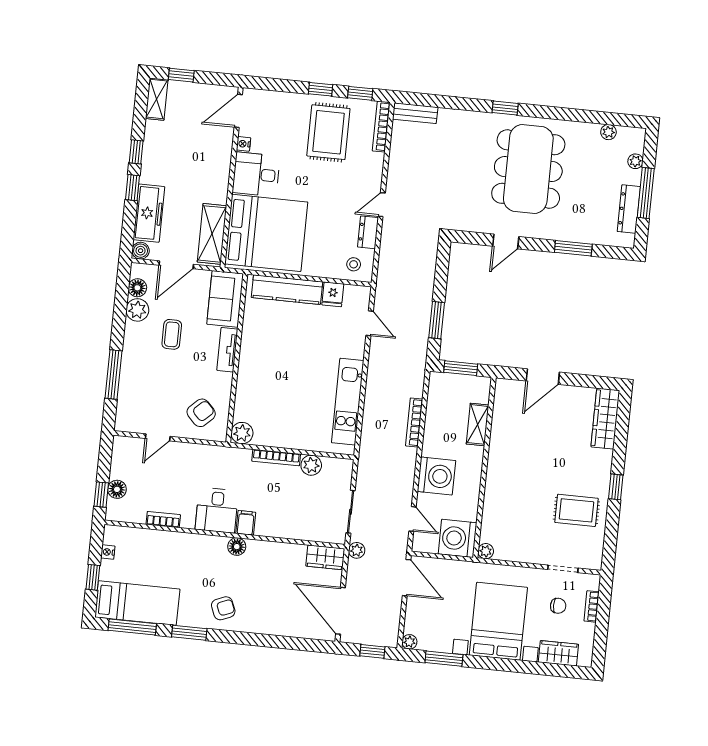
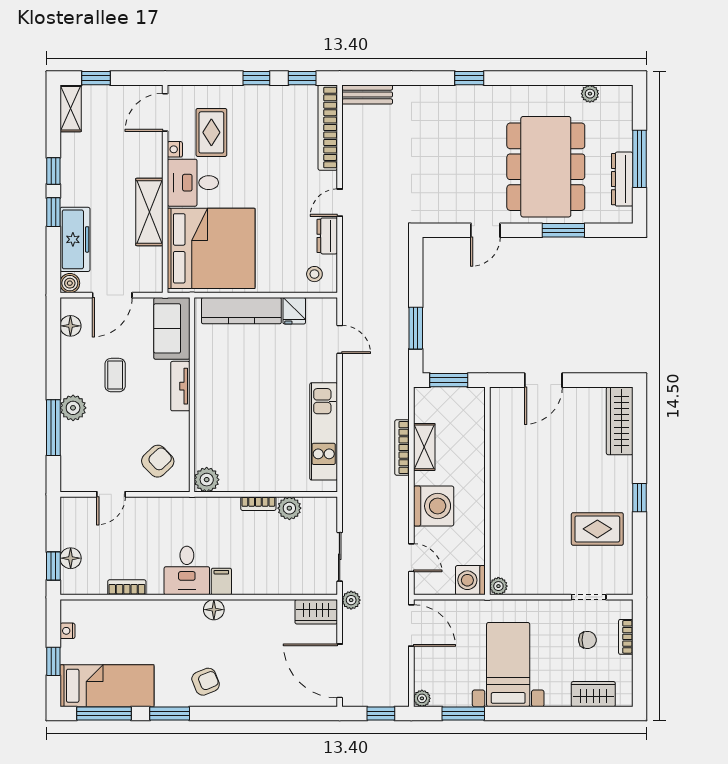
bookcase: (381, 127) -> (328, 128), width x1.48, depth x1.31
rug: (328, 132) -> (211, 132), moved, width x0.73, depth x0.70
plant: (635, 161) -> (624, 124), removed
dining table: (528, 169) -> (546, 167), moved
shelving: (212, 234) -> (149, 212), moved
plant: (137, 310) -> (73, 408), moved
shelving: (478, 424) -> (424, 447), moved
bookcase: (276, 458) -> (258, 504), width x0.64
washing machine: (458, 538) -> (470, 580), width x0.73, depth x0.73
bed with nightstands: (498, 621) -> (508, 665), width x0.73

